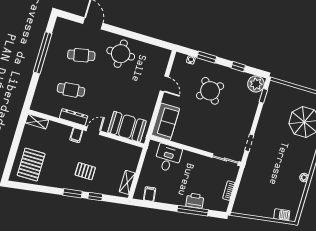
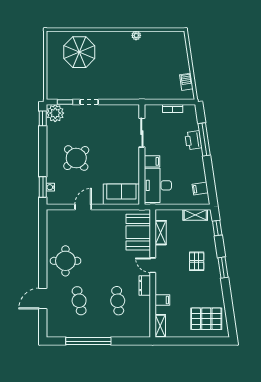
window: (207, 57) -> (43, 187), moved
window: (238, 67) -> (43, 118), moved
dresser: (74, 117) -> (145, 285), width x0.70
filing cabinet: (76, 135) -> (162, 300), moved
doorway: (249, 143) -> (89, 102), moved
shelving: (121, 147) -> (161, 233), added
desk: (168, 158) -> (158, 185), width x1.37
filing cabinet: (187, 158) -> (152, 161), added
sliding door: (225, 160) -> (142, 133), moved
window: (95, 197) -> (217, 228), moved
barbecue: (282, 215) -> (186, 82), moved

